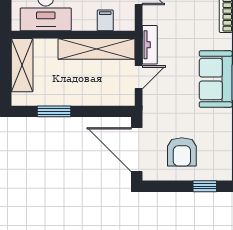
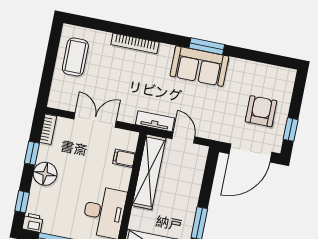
armchair: (182, 152) -> (261, 111), turned -90
window: (205, 186) -> (291, 129), moved

